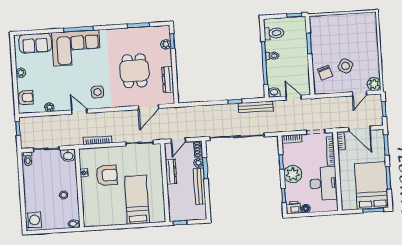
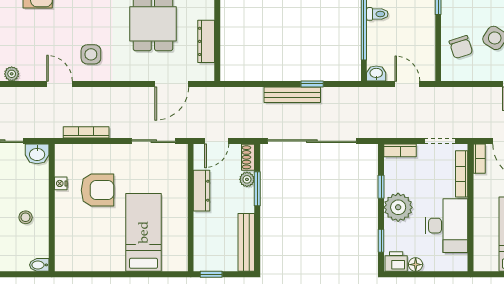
bench: (256, 107) -> (292, 95), moved
bench: (200, 186) -> (246, 242), moved

